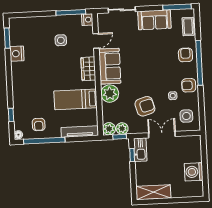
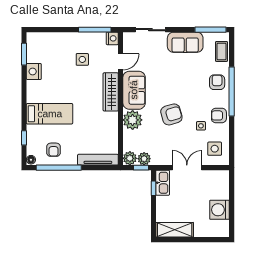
wardrobe: (88, 69) -> (111, 92), width x1.50
bed: (76, 99) -> (50, 114), moved, turned 180
armchair: (145, 106) -> (171, 114), moved

